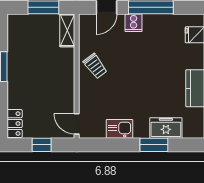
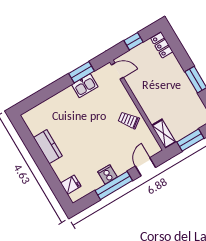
cooker: (134, 23) -> (107, 174), moved
freezer: (166, 128) -> (52, 106), removed
window: (154, 145) -> (81, 72), moved

